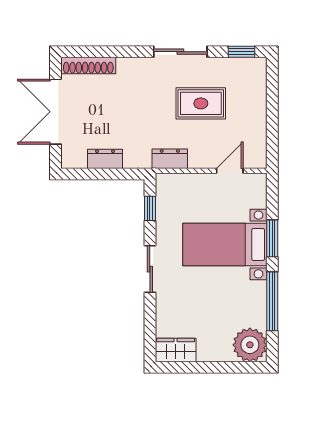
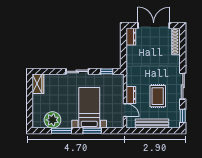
bench: (257, 115) -> (152, 124), added
dresser: (105, 159) -> (131, 37), moved
dresser: (170, 159) -> (131, 95), moved
window: (272, 301) -> (62, 131), width x0.69
plant: (250, 345) -> (52, 120), moved

